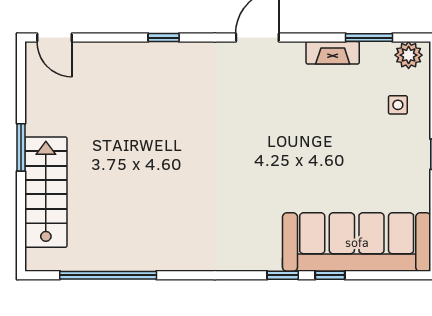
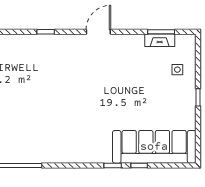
fireplace: (333, 53) -> (160, 40), moved
plant: (409, 55) -> (183, 42), removed

